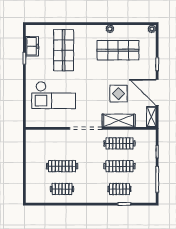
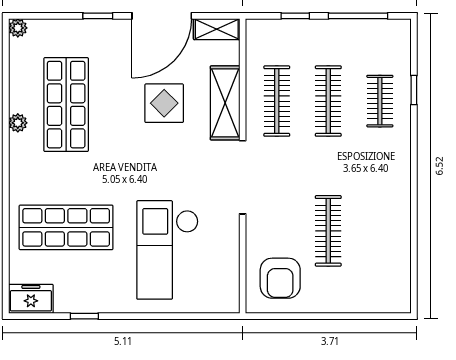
freezer: (32, 46) -> (31, 299), moved
checkout: (54, 95) -> (168, 250), turned 180
armchair: (41, 145) -> (280, 278), added
clothes rail: (62, 189) -> (380, 231), removed

